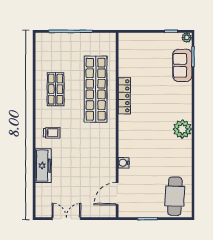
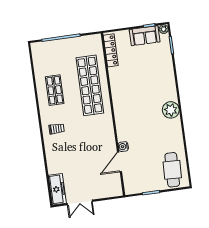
sofa: (182, 65) -> (145, 36), moved, turned -90
locker: (124, 96) -> (111, 50), moved
freezer: (43, 166) -> (57, 189), moved
door: (117, 194) -> (120, 162), moved
double door: (66, 219) -> (80, 202), swing flipped

